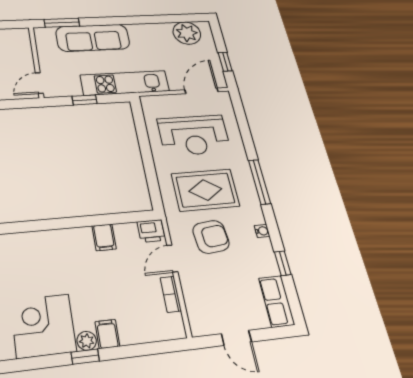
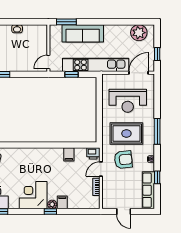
kitchen unit: (125, 83) -> (96, 65), width x1.36
row of seats: (277, 301) -> (148, 190), width x1.48

